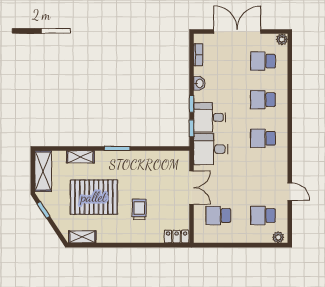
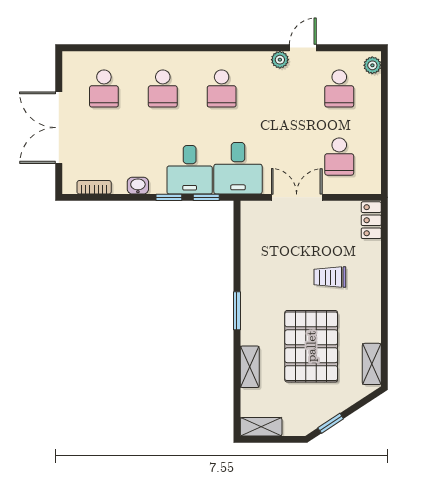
plant: (282, 39) -> (280, 60), moved
shelving: (43, 171) -> (261, 427), width x0.67, depth x0.75

